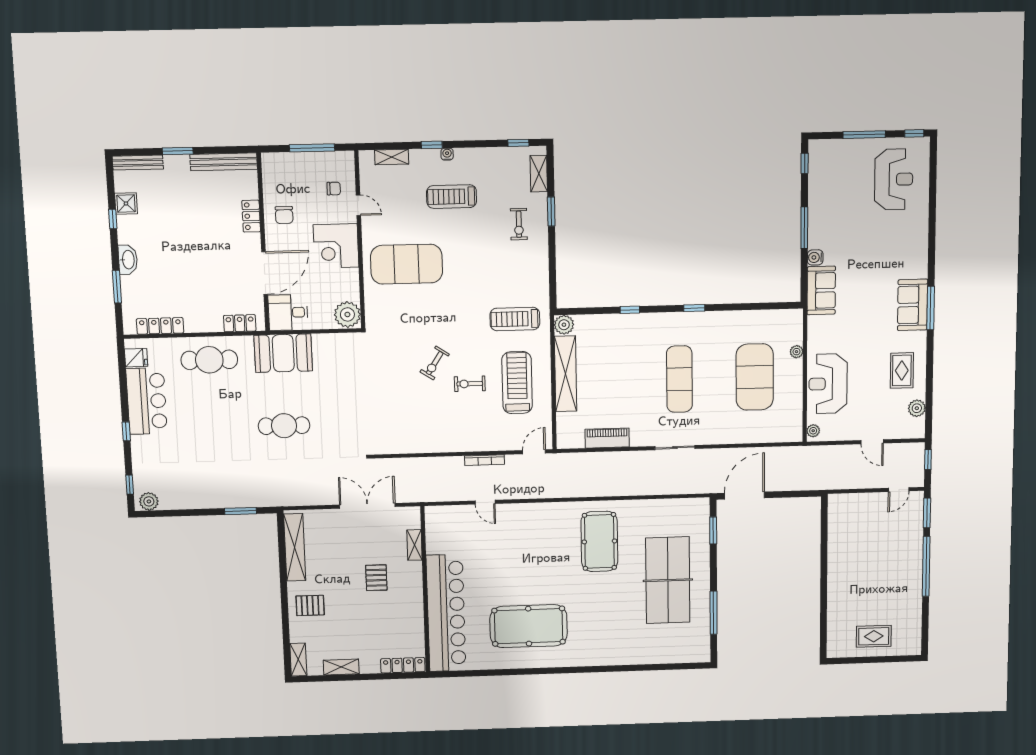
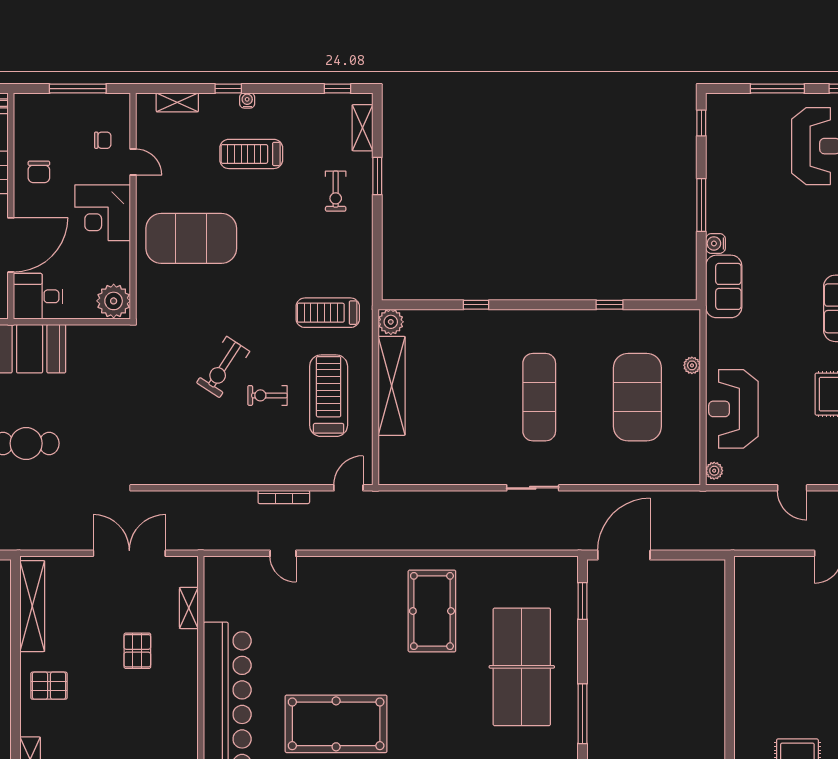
window: (694, 308) -> (610, 305), moved
exercise bike: (435, 363) -> (223, 367), width x1.38, depth x1.39
piano: (607, 438) -> (444, 472), removed

